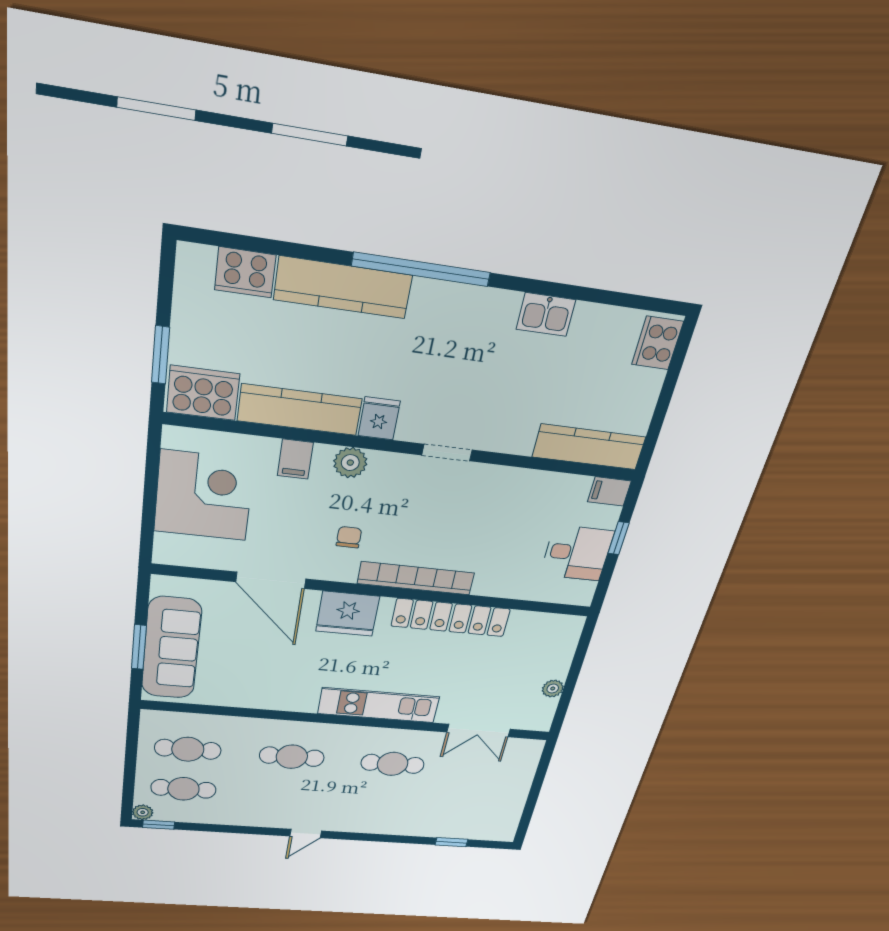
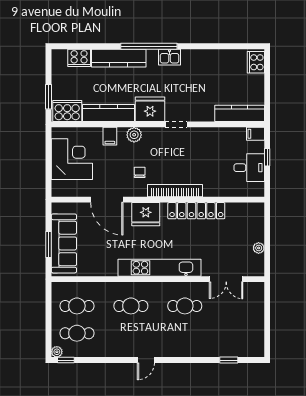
kitchen sink: (546, 315) -> (170, 57), moved
fridge: (379, 418) -> (150, 109), width x1.88, depth x1.34
kitchen unit: (379, 705) -> (159, 268), width x1.36

